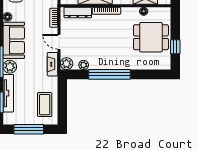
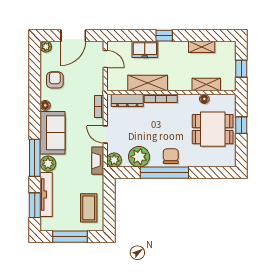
window: (175, 47) -> (241, 125), moved
chair: (115, 60) -> (171, 156), added
plant: (84, 65) -> (139, 157), width x1.87, depth x1.87

